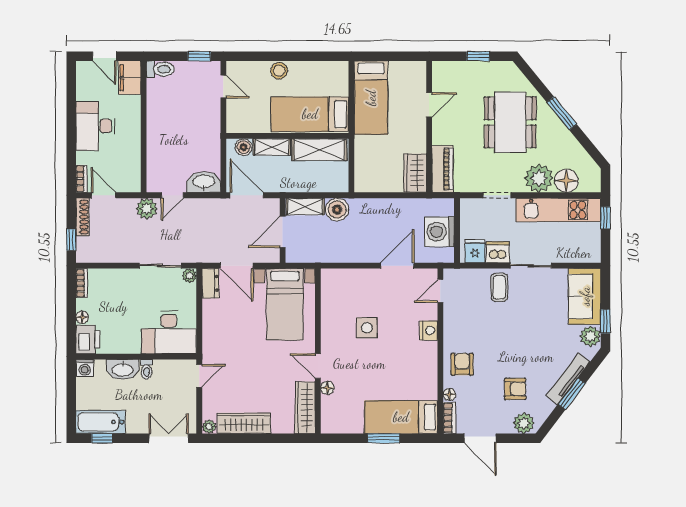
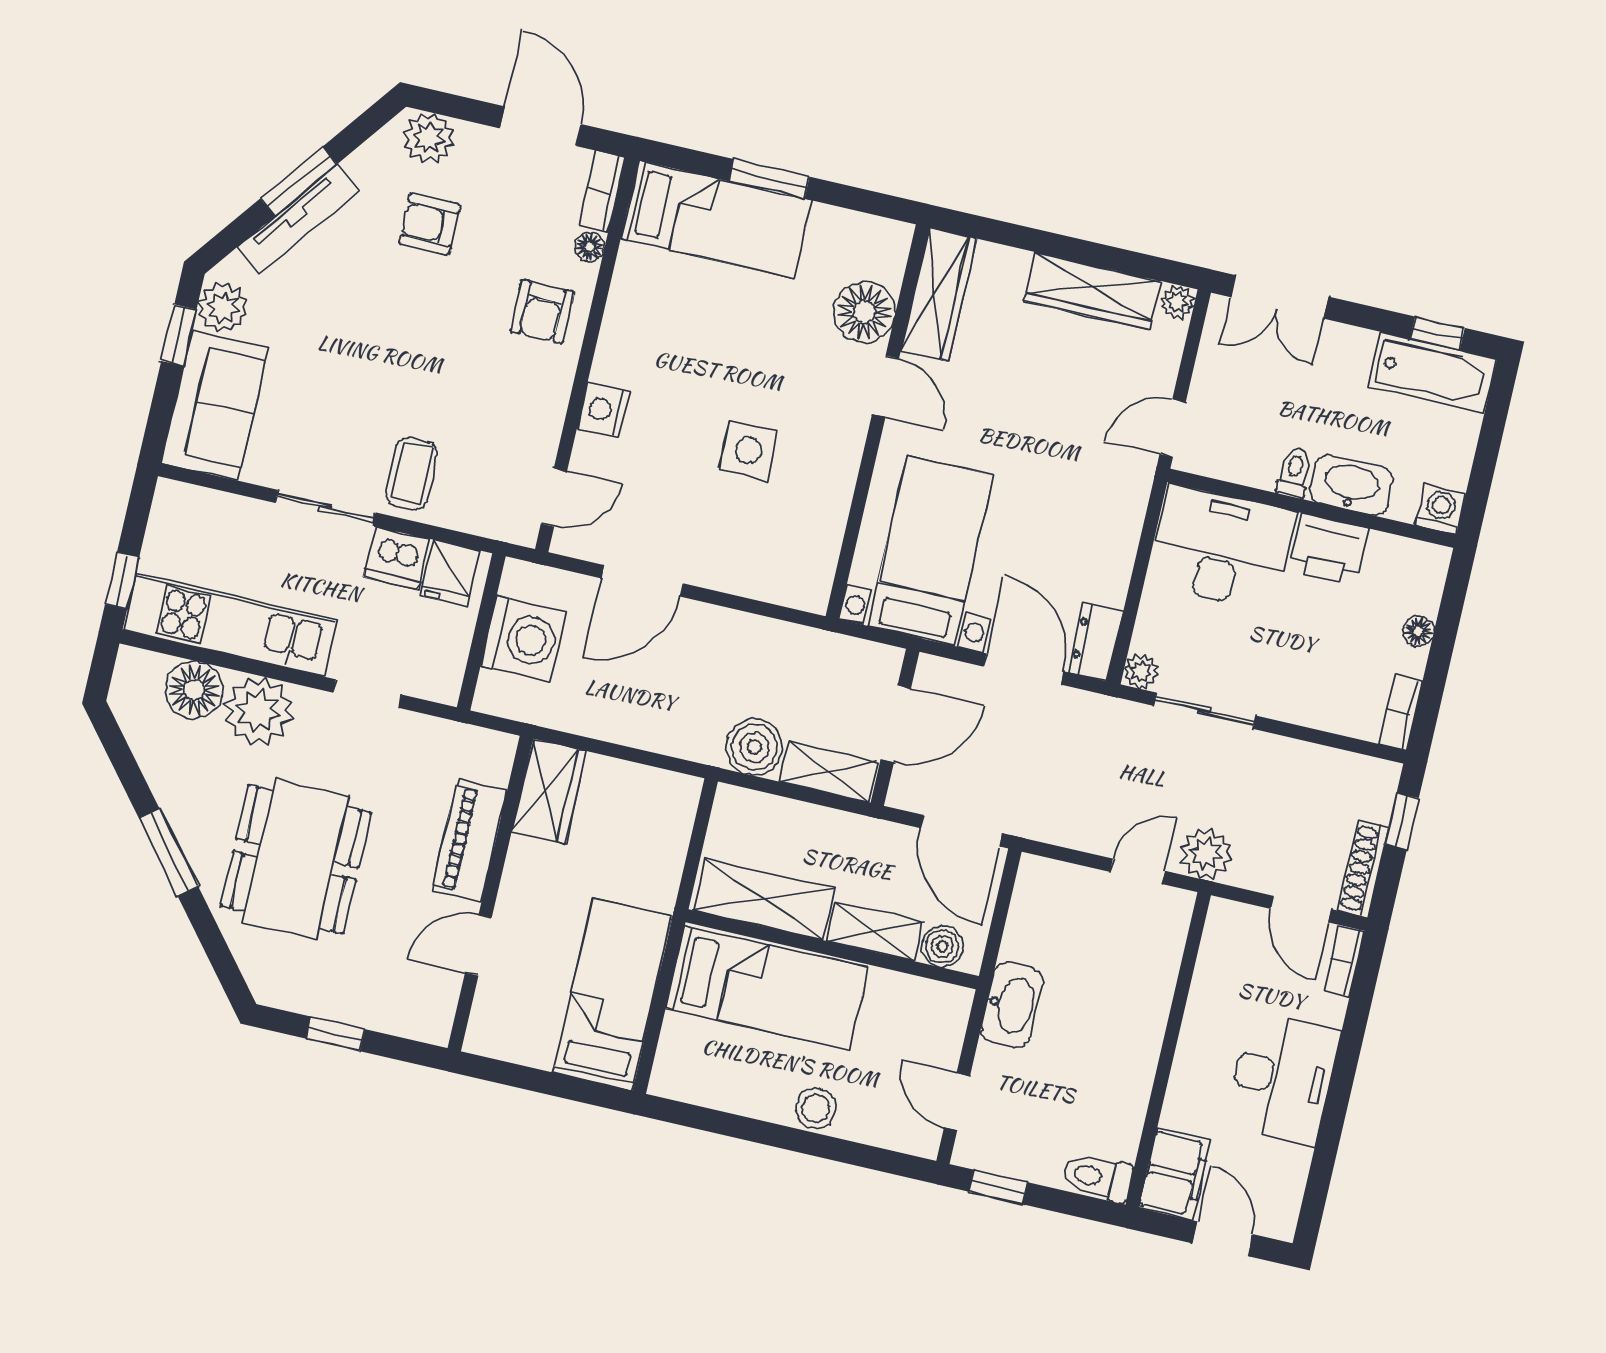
piano: (442, 169) -> (469, 841), moved
washbasin: (204, 182) -> (1012, 1005), moved, turned -90
printer: (88, 339) -> (1329, 549), moved, turned -90
floor lamp: (327, 388) -> (864, 312), width x1.89, depth x1.89

